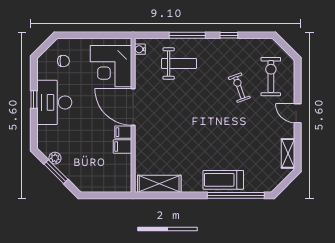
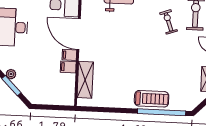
treadmill: (223, 180) -> (152, 99), turned 180
shelving: (159, 184) -> (85, 80), moved, turned 90

